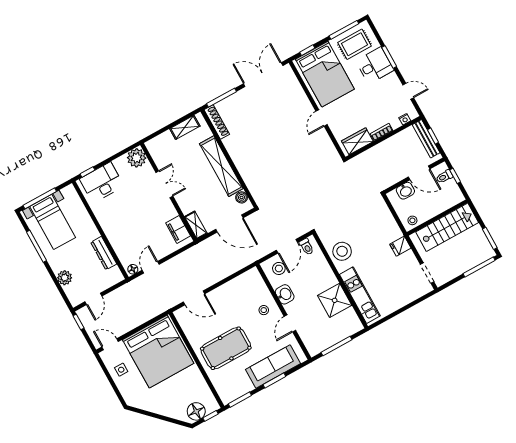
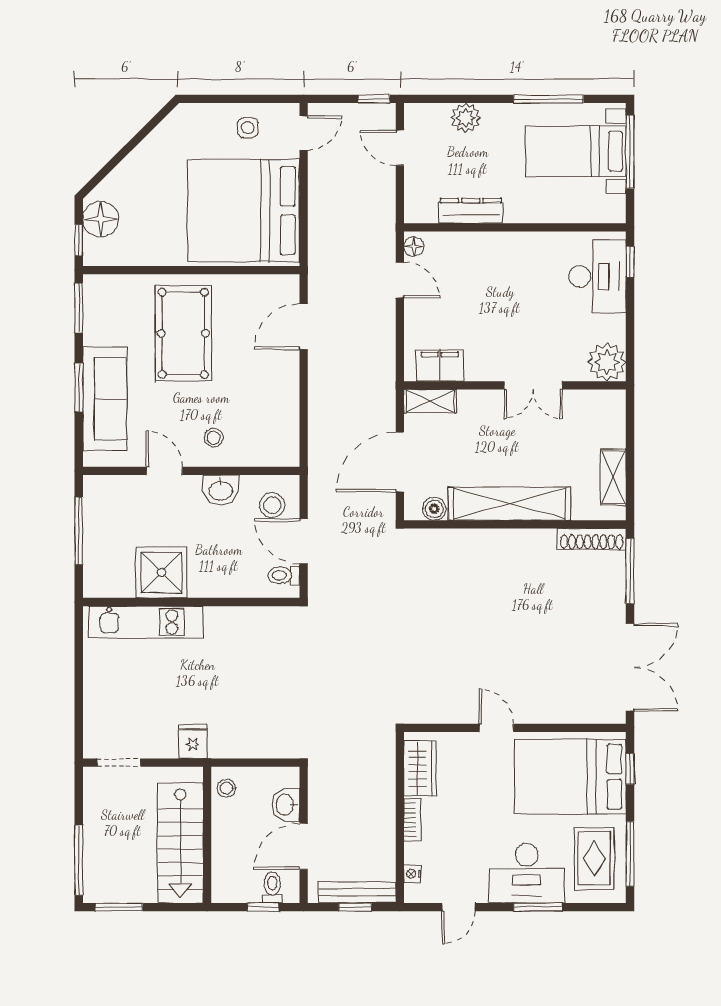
desk: (375, 65) -> (527, 873), width x1.37
stool: (342, 251) -> (241, 634), removed

